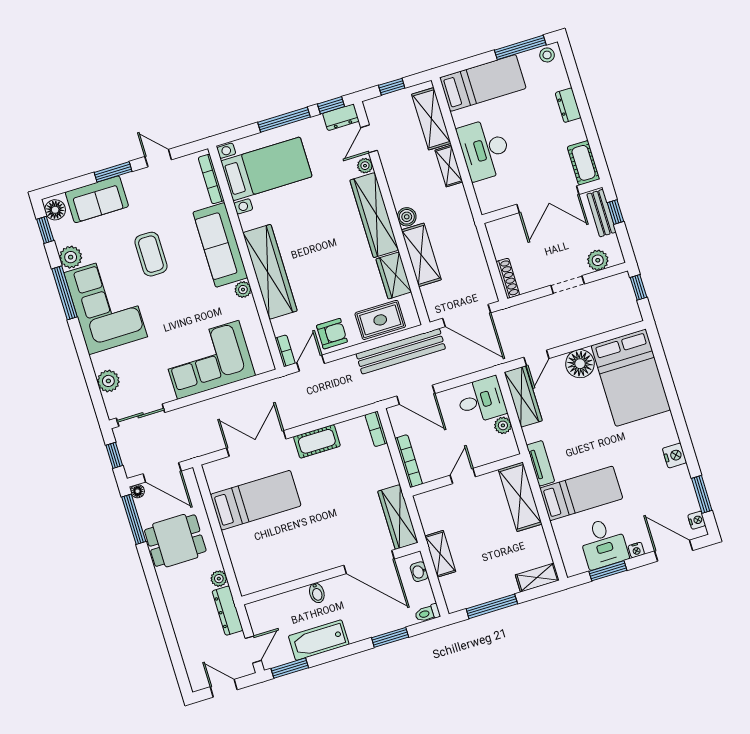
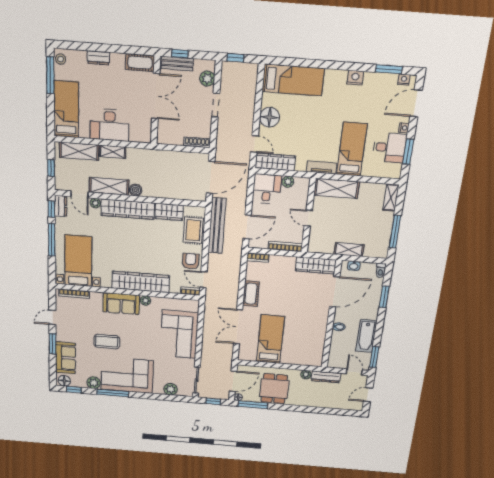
sofa: (220, 245) -> (121, 304), width x0.73
shelving: (421, 255) -> (109, 186), moved
bed: (631, 378) -> (293, 80), width x0.67

